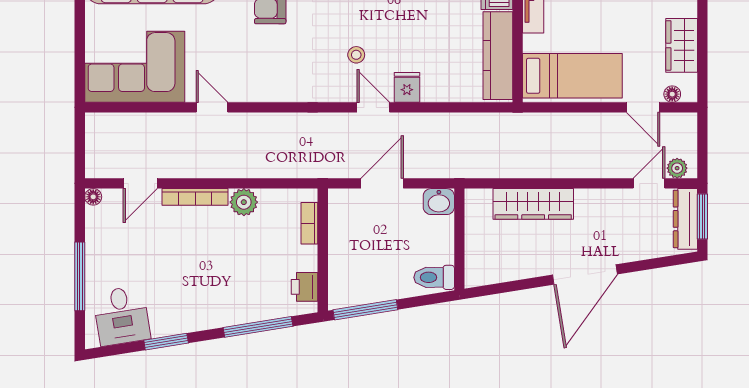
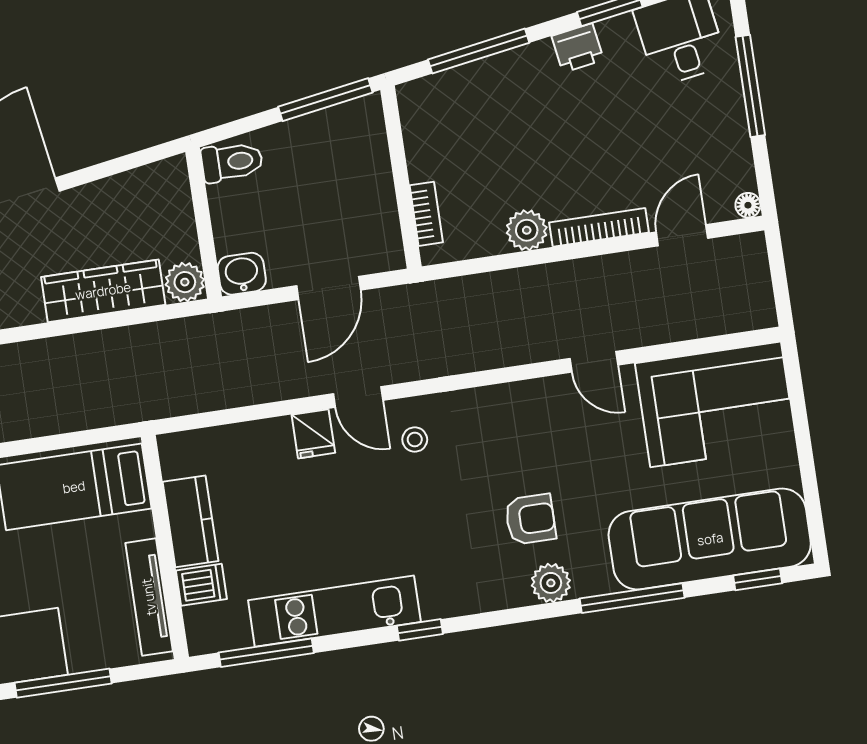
stool: (356, 55) -> (415, 440), moved
kitchen counter: (498, 56) -> (190, 521), width x0.67
plant: (478, 202) -> (185, 282), added
printer: (304, 287) -> (578, 48), moved, turned 81

